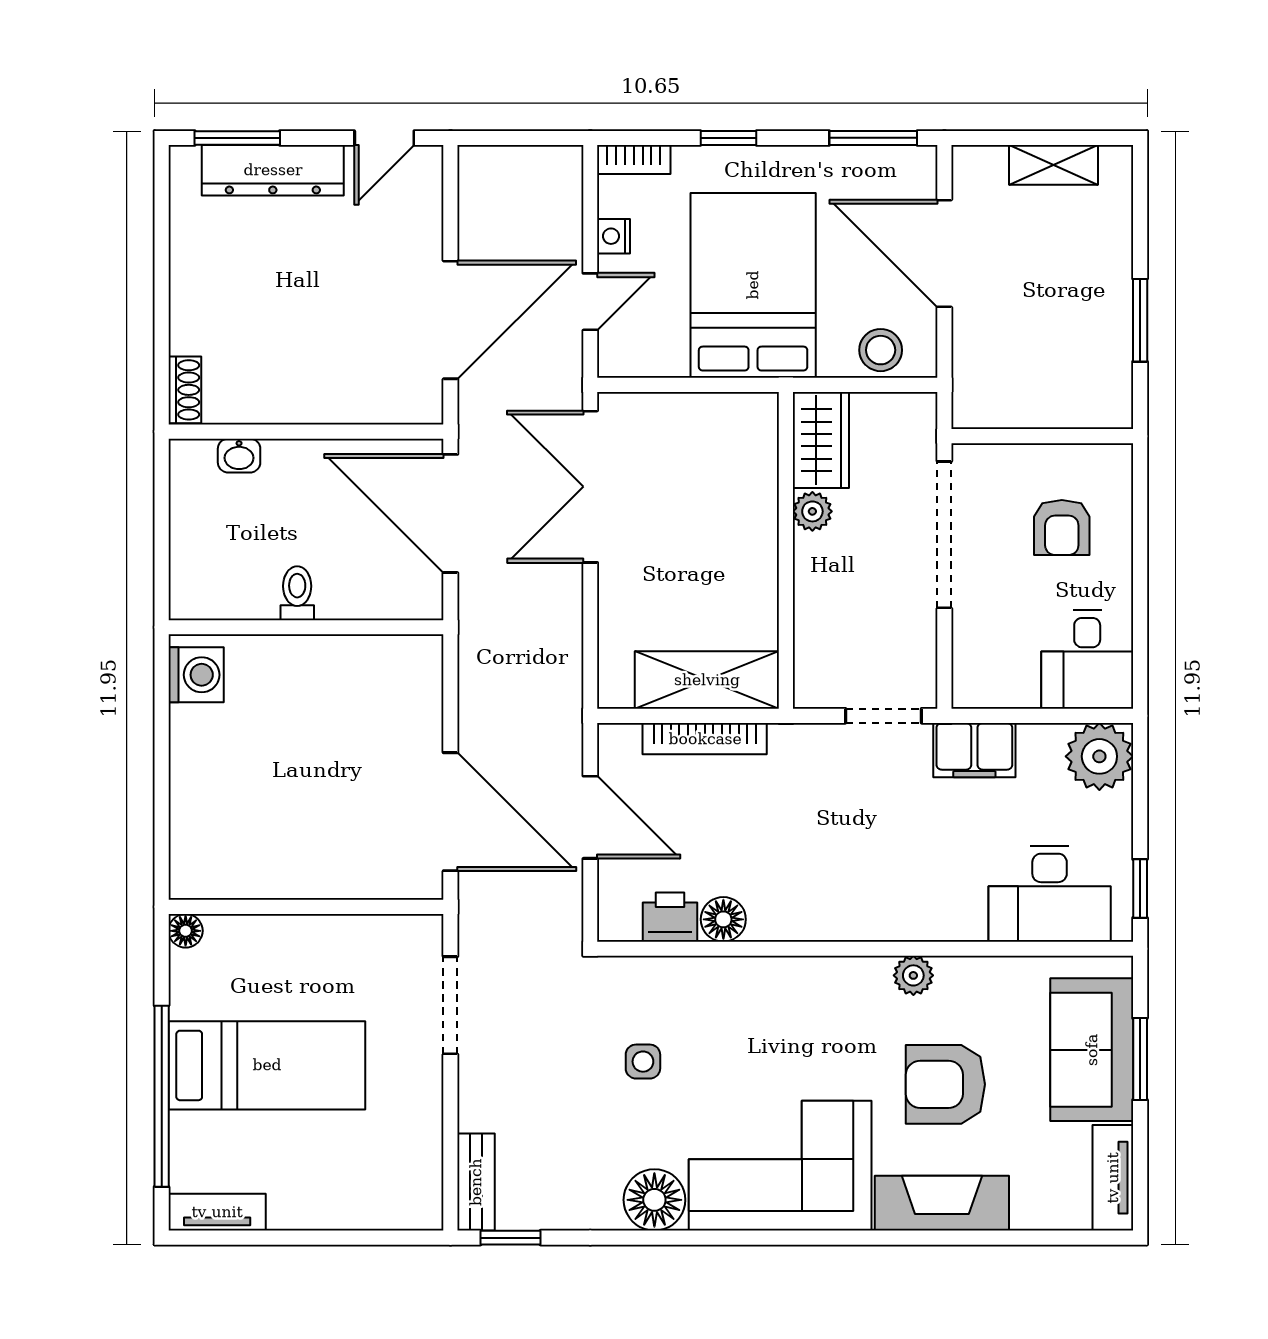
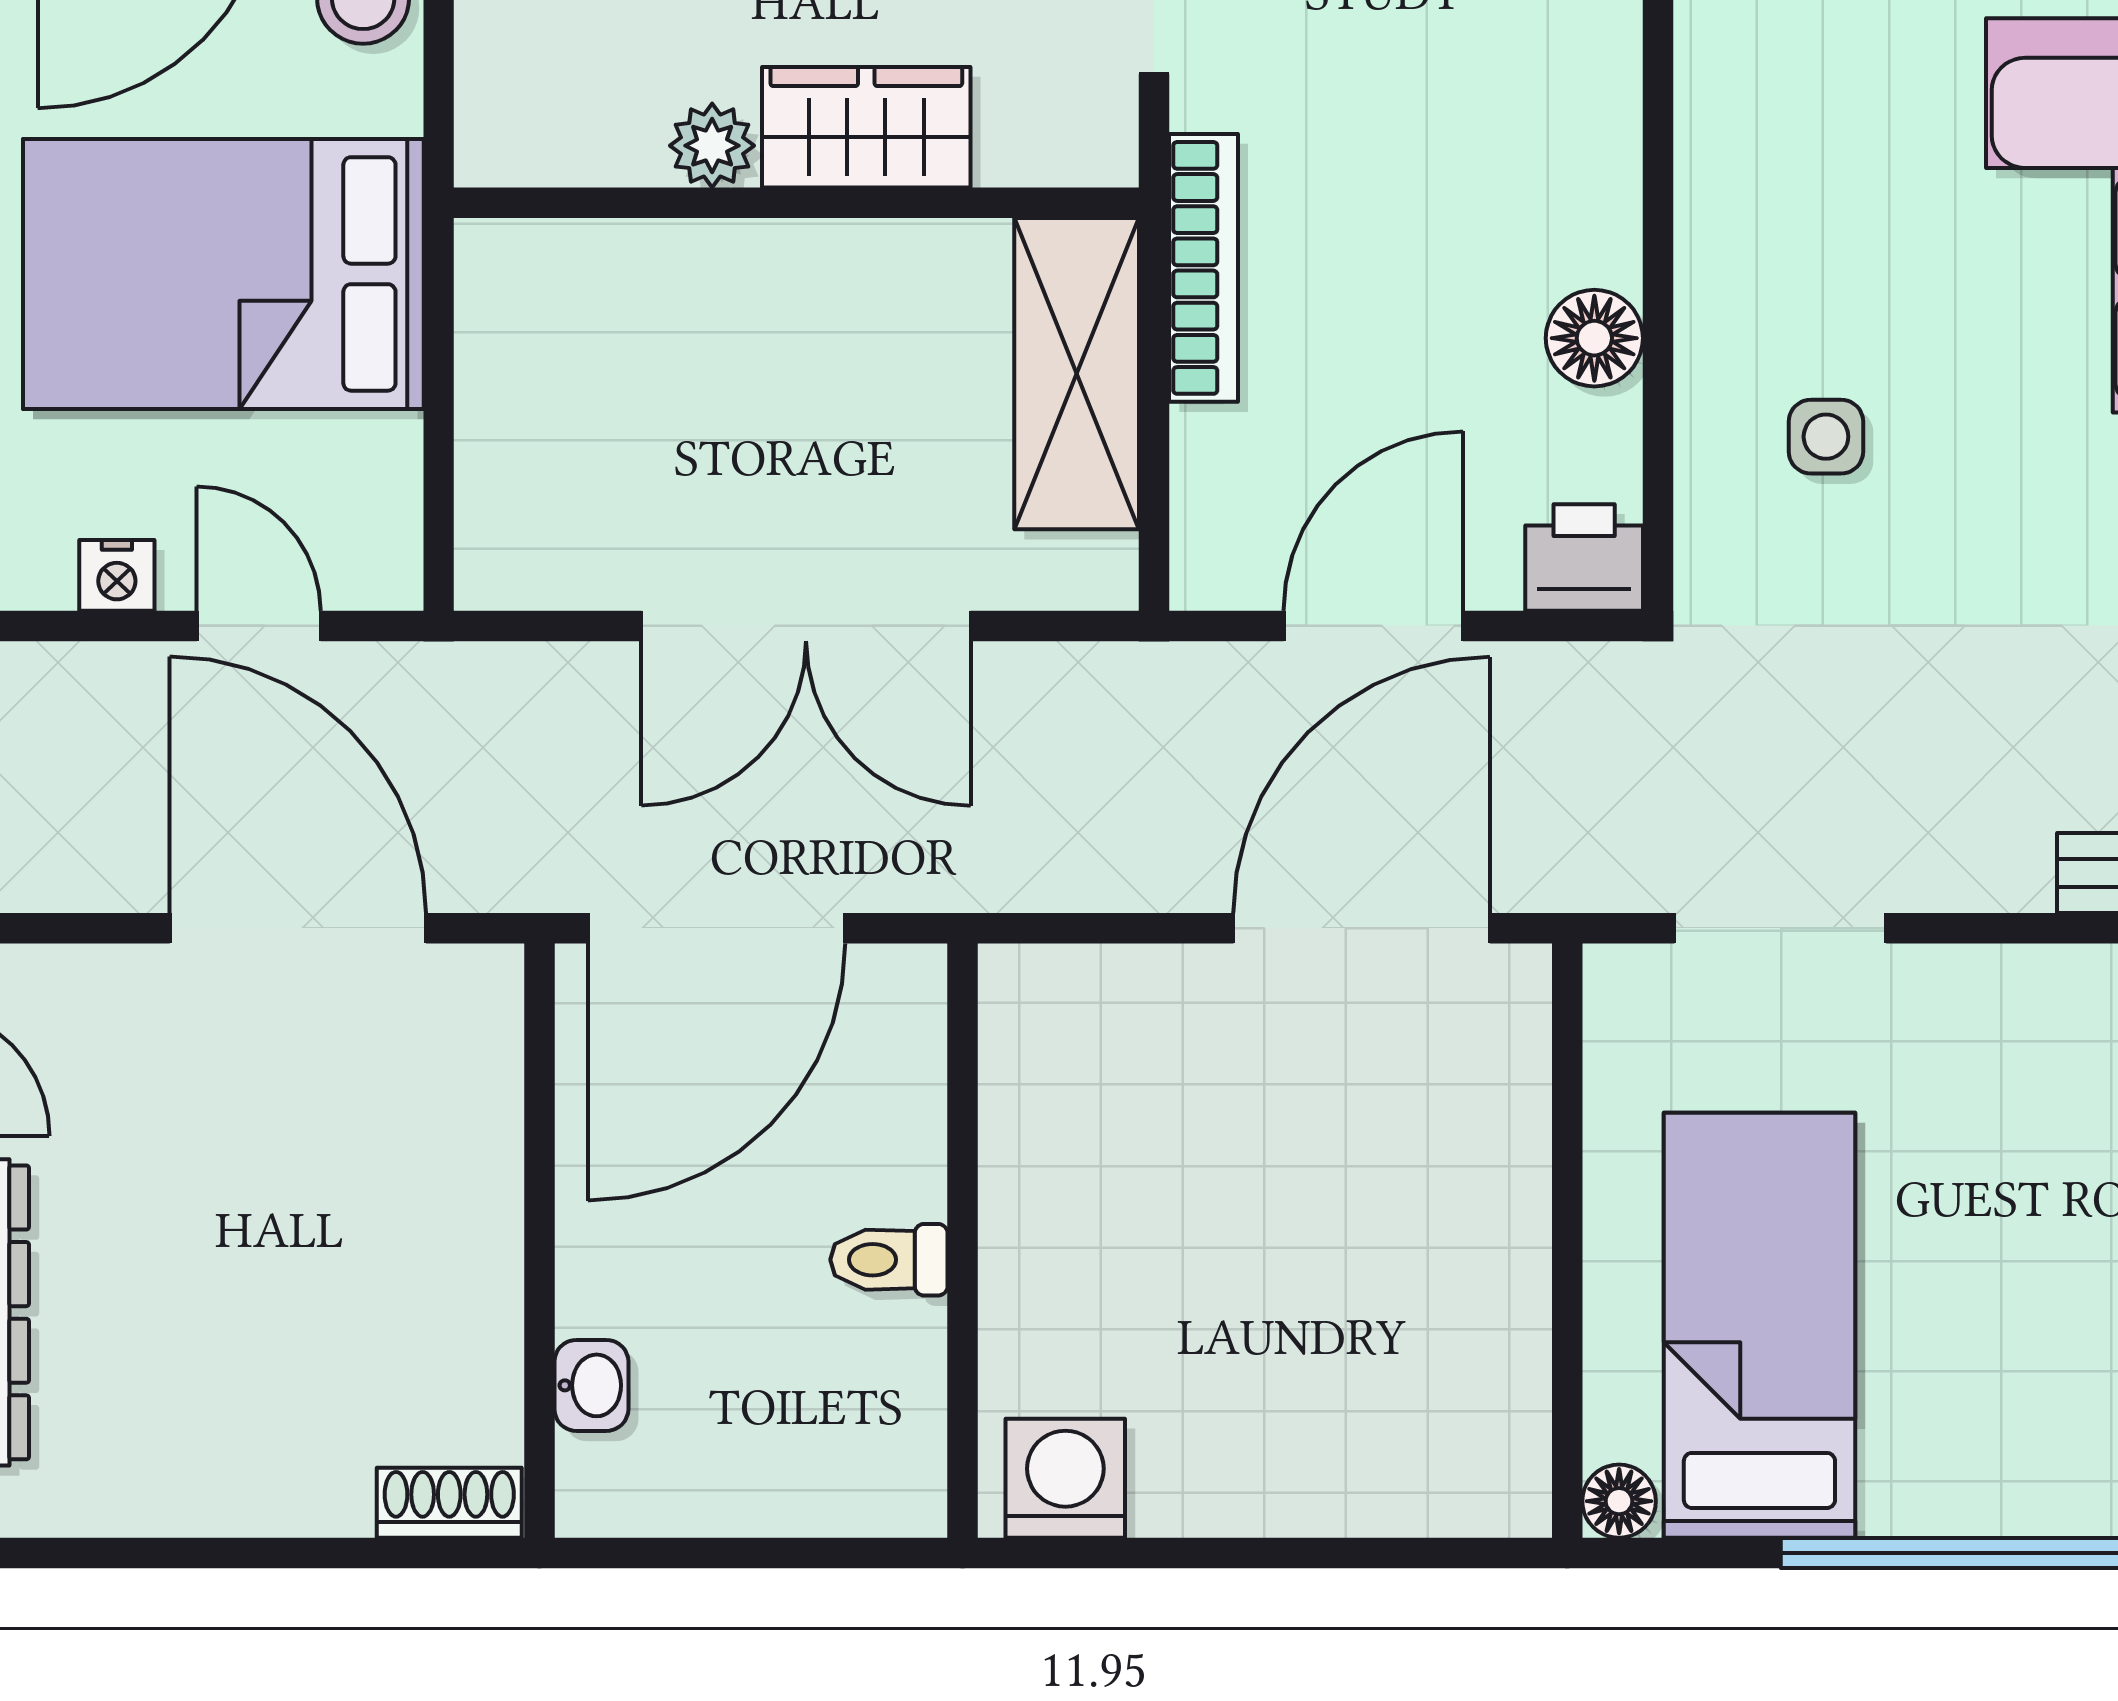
wardrobe: (821, 440) -> (866, 127), moved
double door: (590, 487) -> (806, 626), moved
bookcase: (705, 739) -> (1203, 268), moved
printer: (670, 917) -> (1584, 557), moved, turned 90
side table: (643, 1062) -> (1826, 437), moved
bed: (267, 1065) -> (1759, 1325), moved

